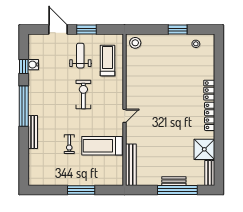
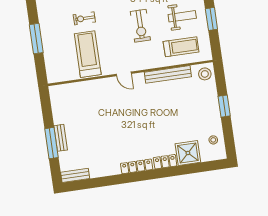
window: (178, 30) -> (224, 106), moved
exercise bike: (83, 95) -> (140, 26), turned 90
shower: (204, 149) -> (188, 153), moved
bench: (131, 165) -> (168, 74), moved
window: (177, 190) -> (52, 143), width x0.68

